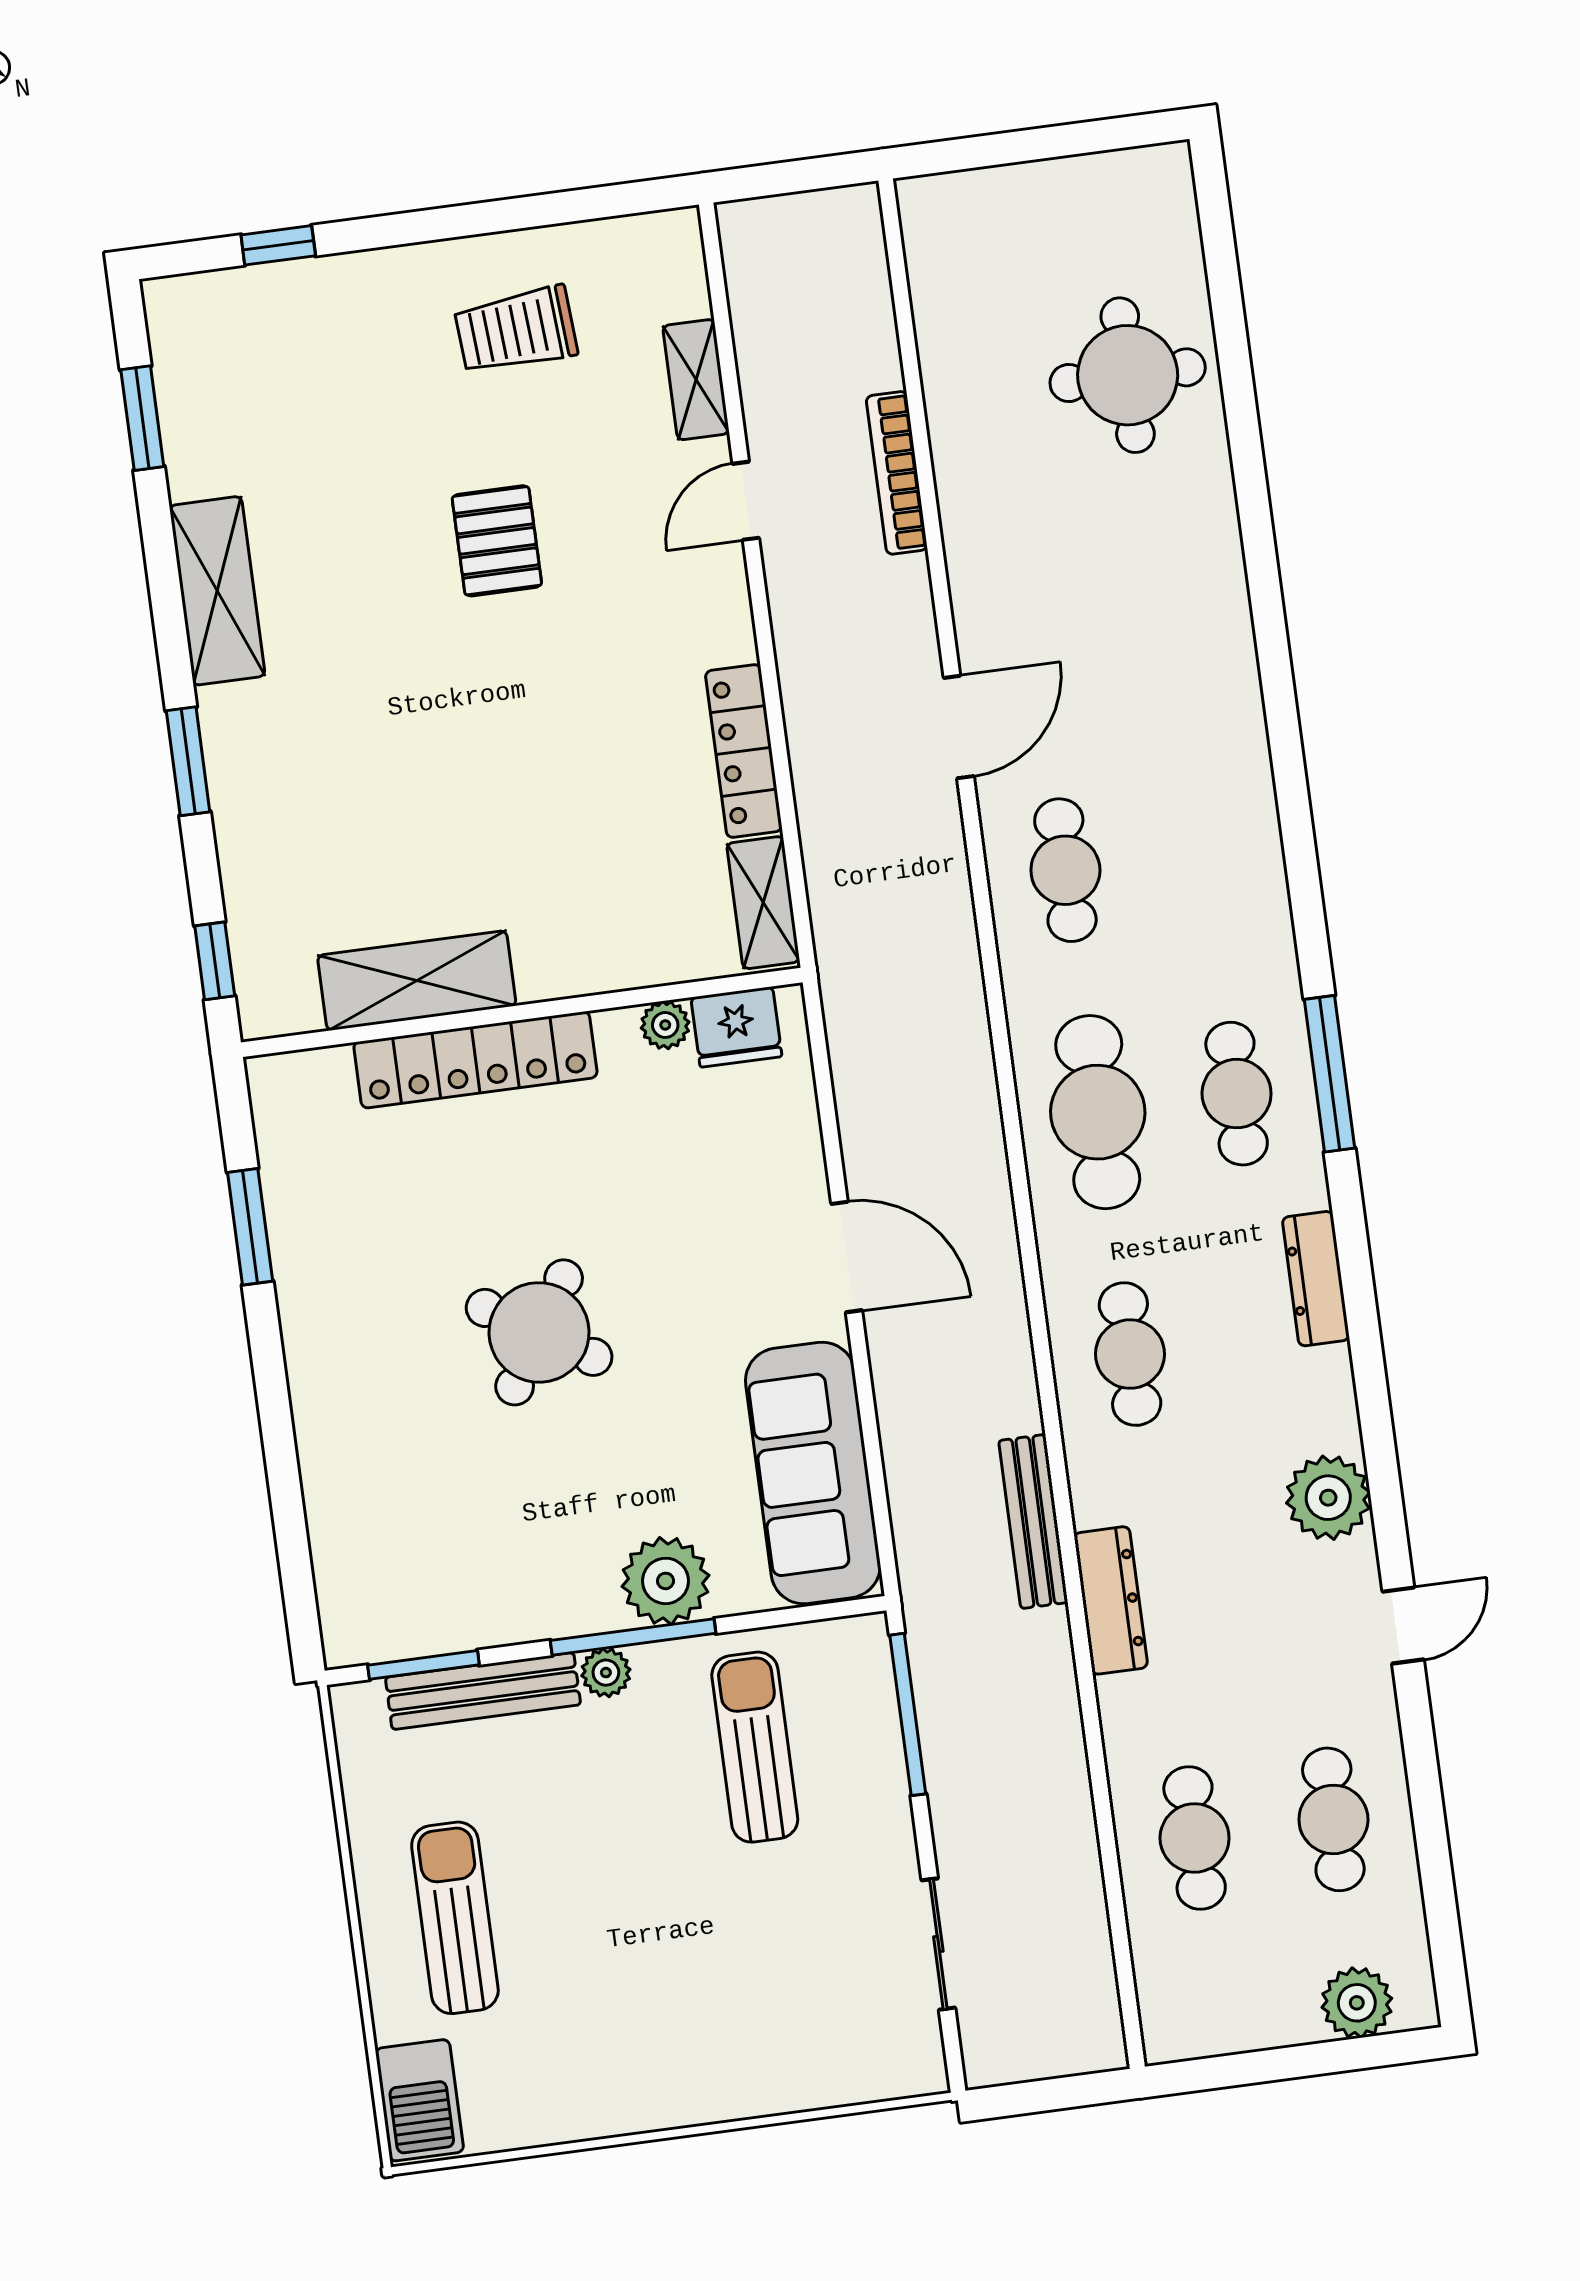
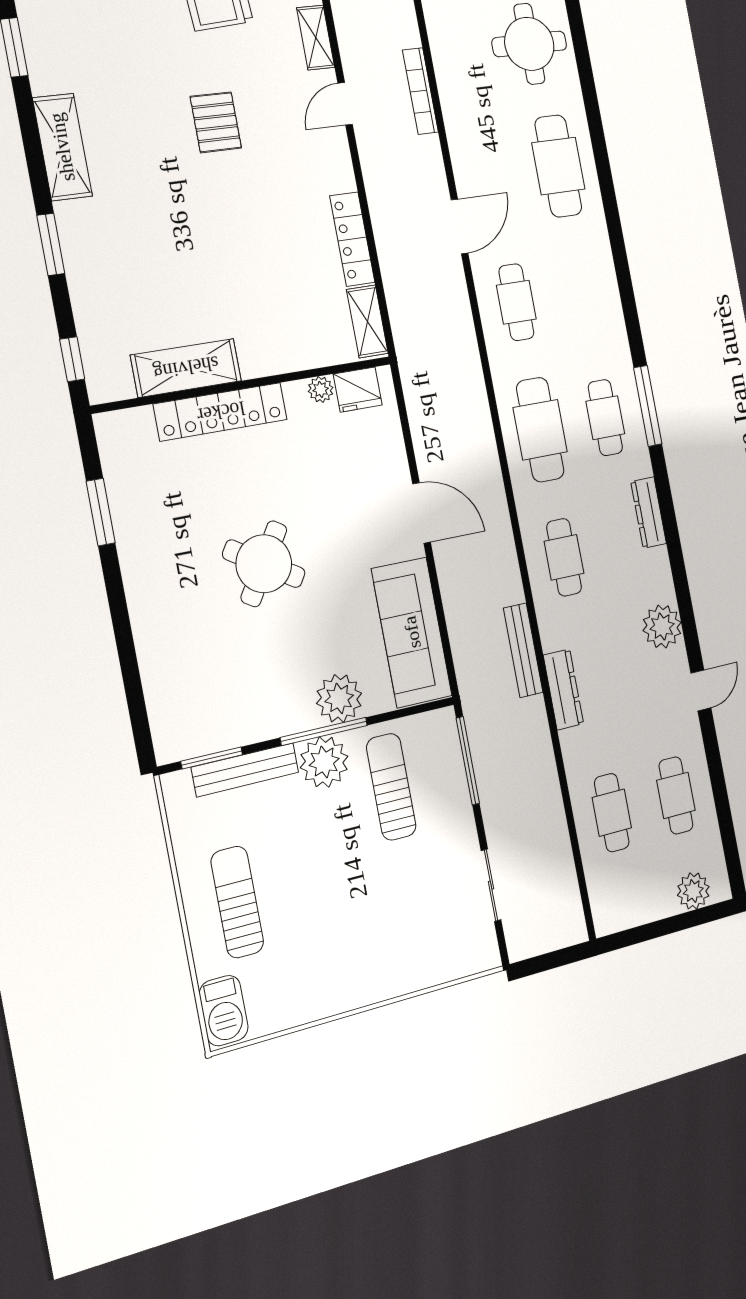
cafe table: (1172, 610) -> (558, 166), added
plant: (606, 1673) -> (324, 762), width x1.88, depth x1.88

